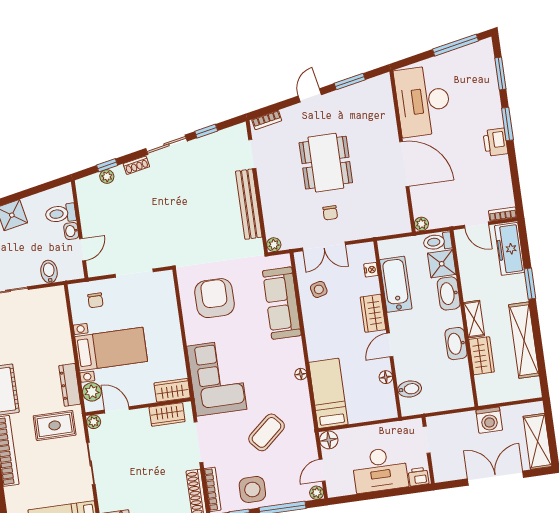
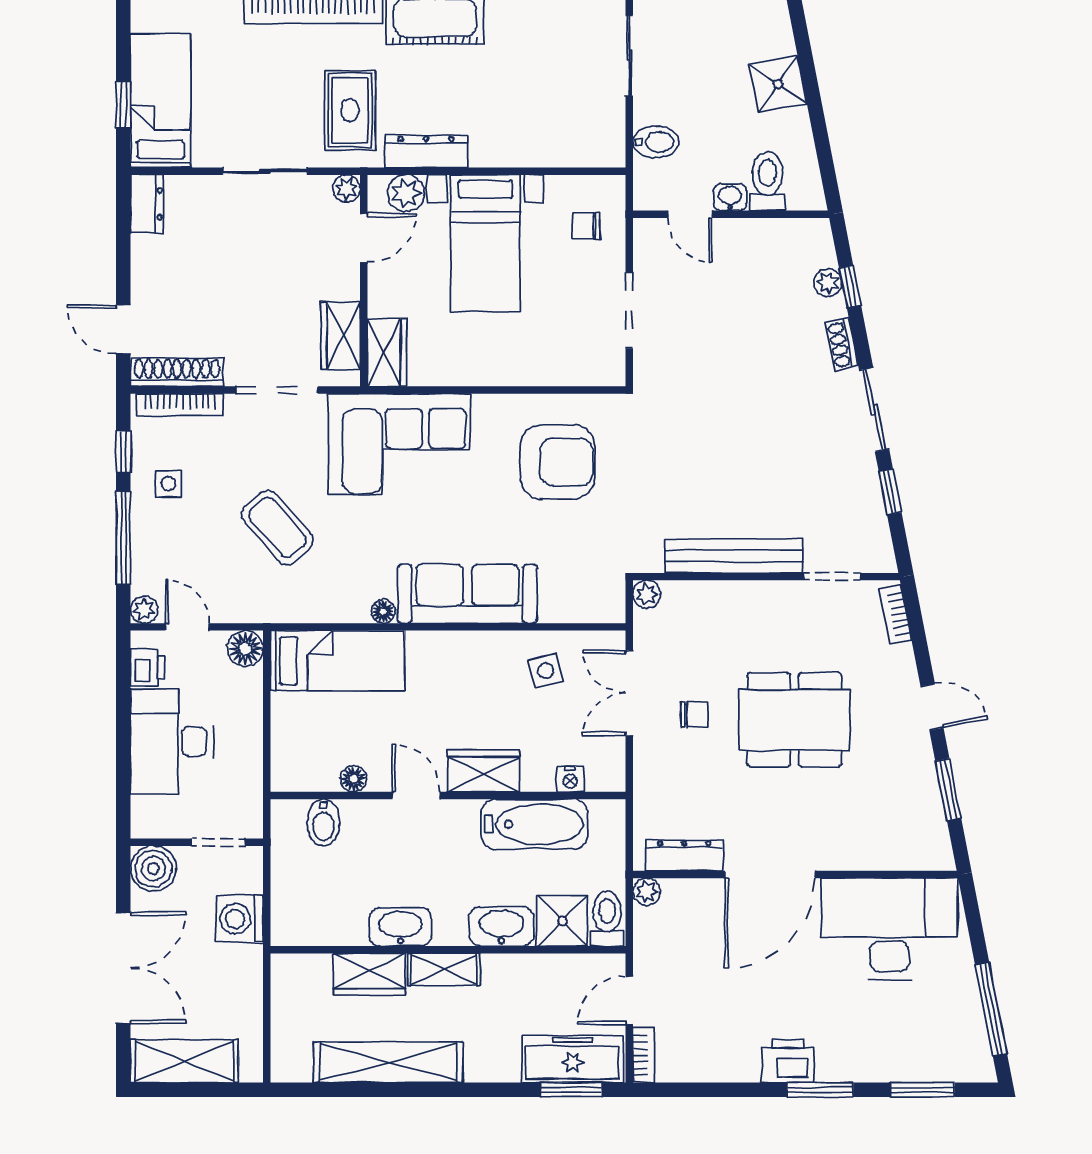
dresser: (401, 208) -> (684, 856), added
chair: (330, 213) -> (694, 715), turned 180
window: (530, 284) -> (571, 1090), moved
sofa: (282, 303) -> (467, 594), moved
washing machine: (489, 420) -> (240, 919), moved
boiler: (444, 470) -> (153, 869), added
printer: (418, 477) -> (148, 667), moved
side table: (252, 489) -> (168, 484), width x0.54, depth x0.54

